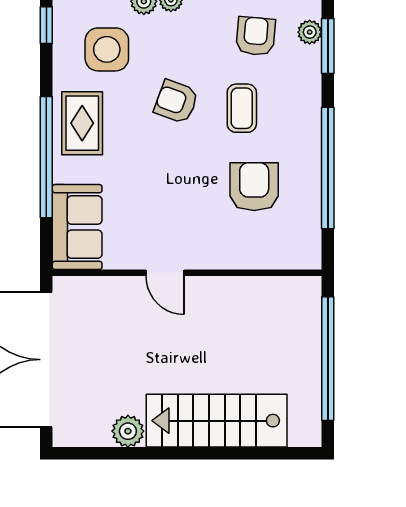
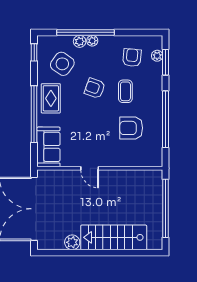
side table: (107, 49) -> (62, 64), turned 35
armchair: (254, 187) -> (131, 128), turned -90

